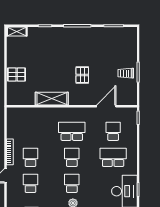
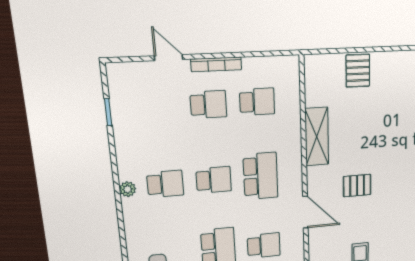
door: (106, 106) -> (305, 212), moved
school desk: (30, 183) -> (257, 102), moved

